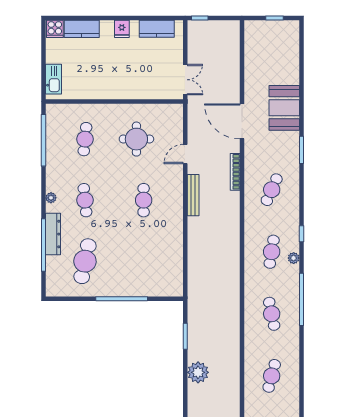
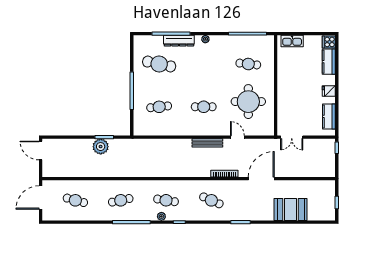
booth: (284, 108) -> (291, 209), moved
round table: (136, 139) -> (248, 102), width x1.36, depth x1.36
cafe table: (85, 200) -> (159, 107), moved
plant: (198, 372) -> (101, 147), moved

